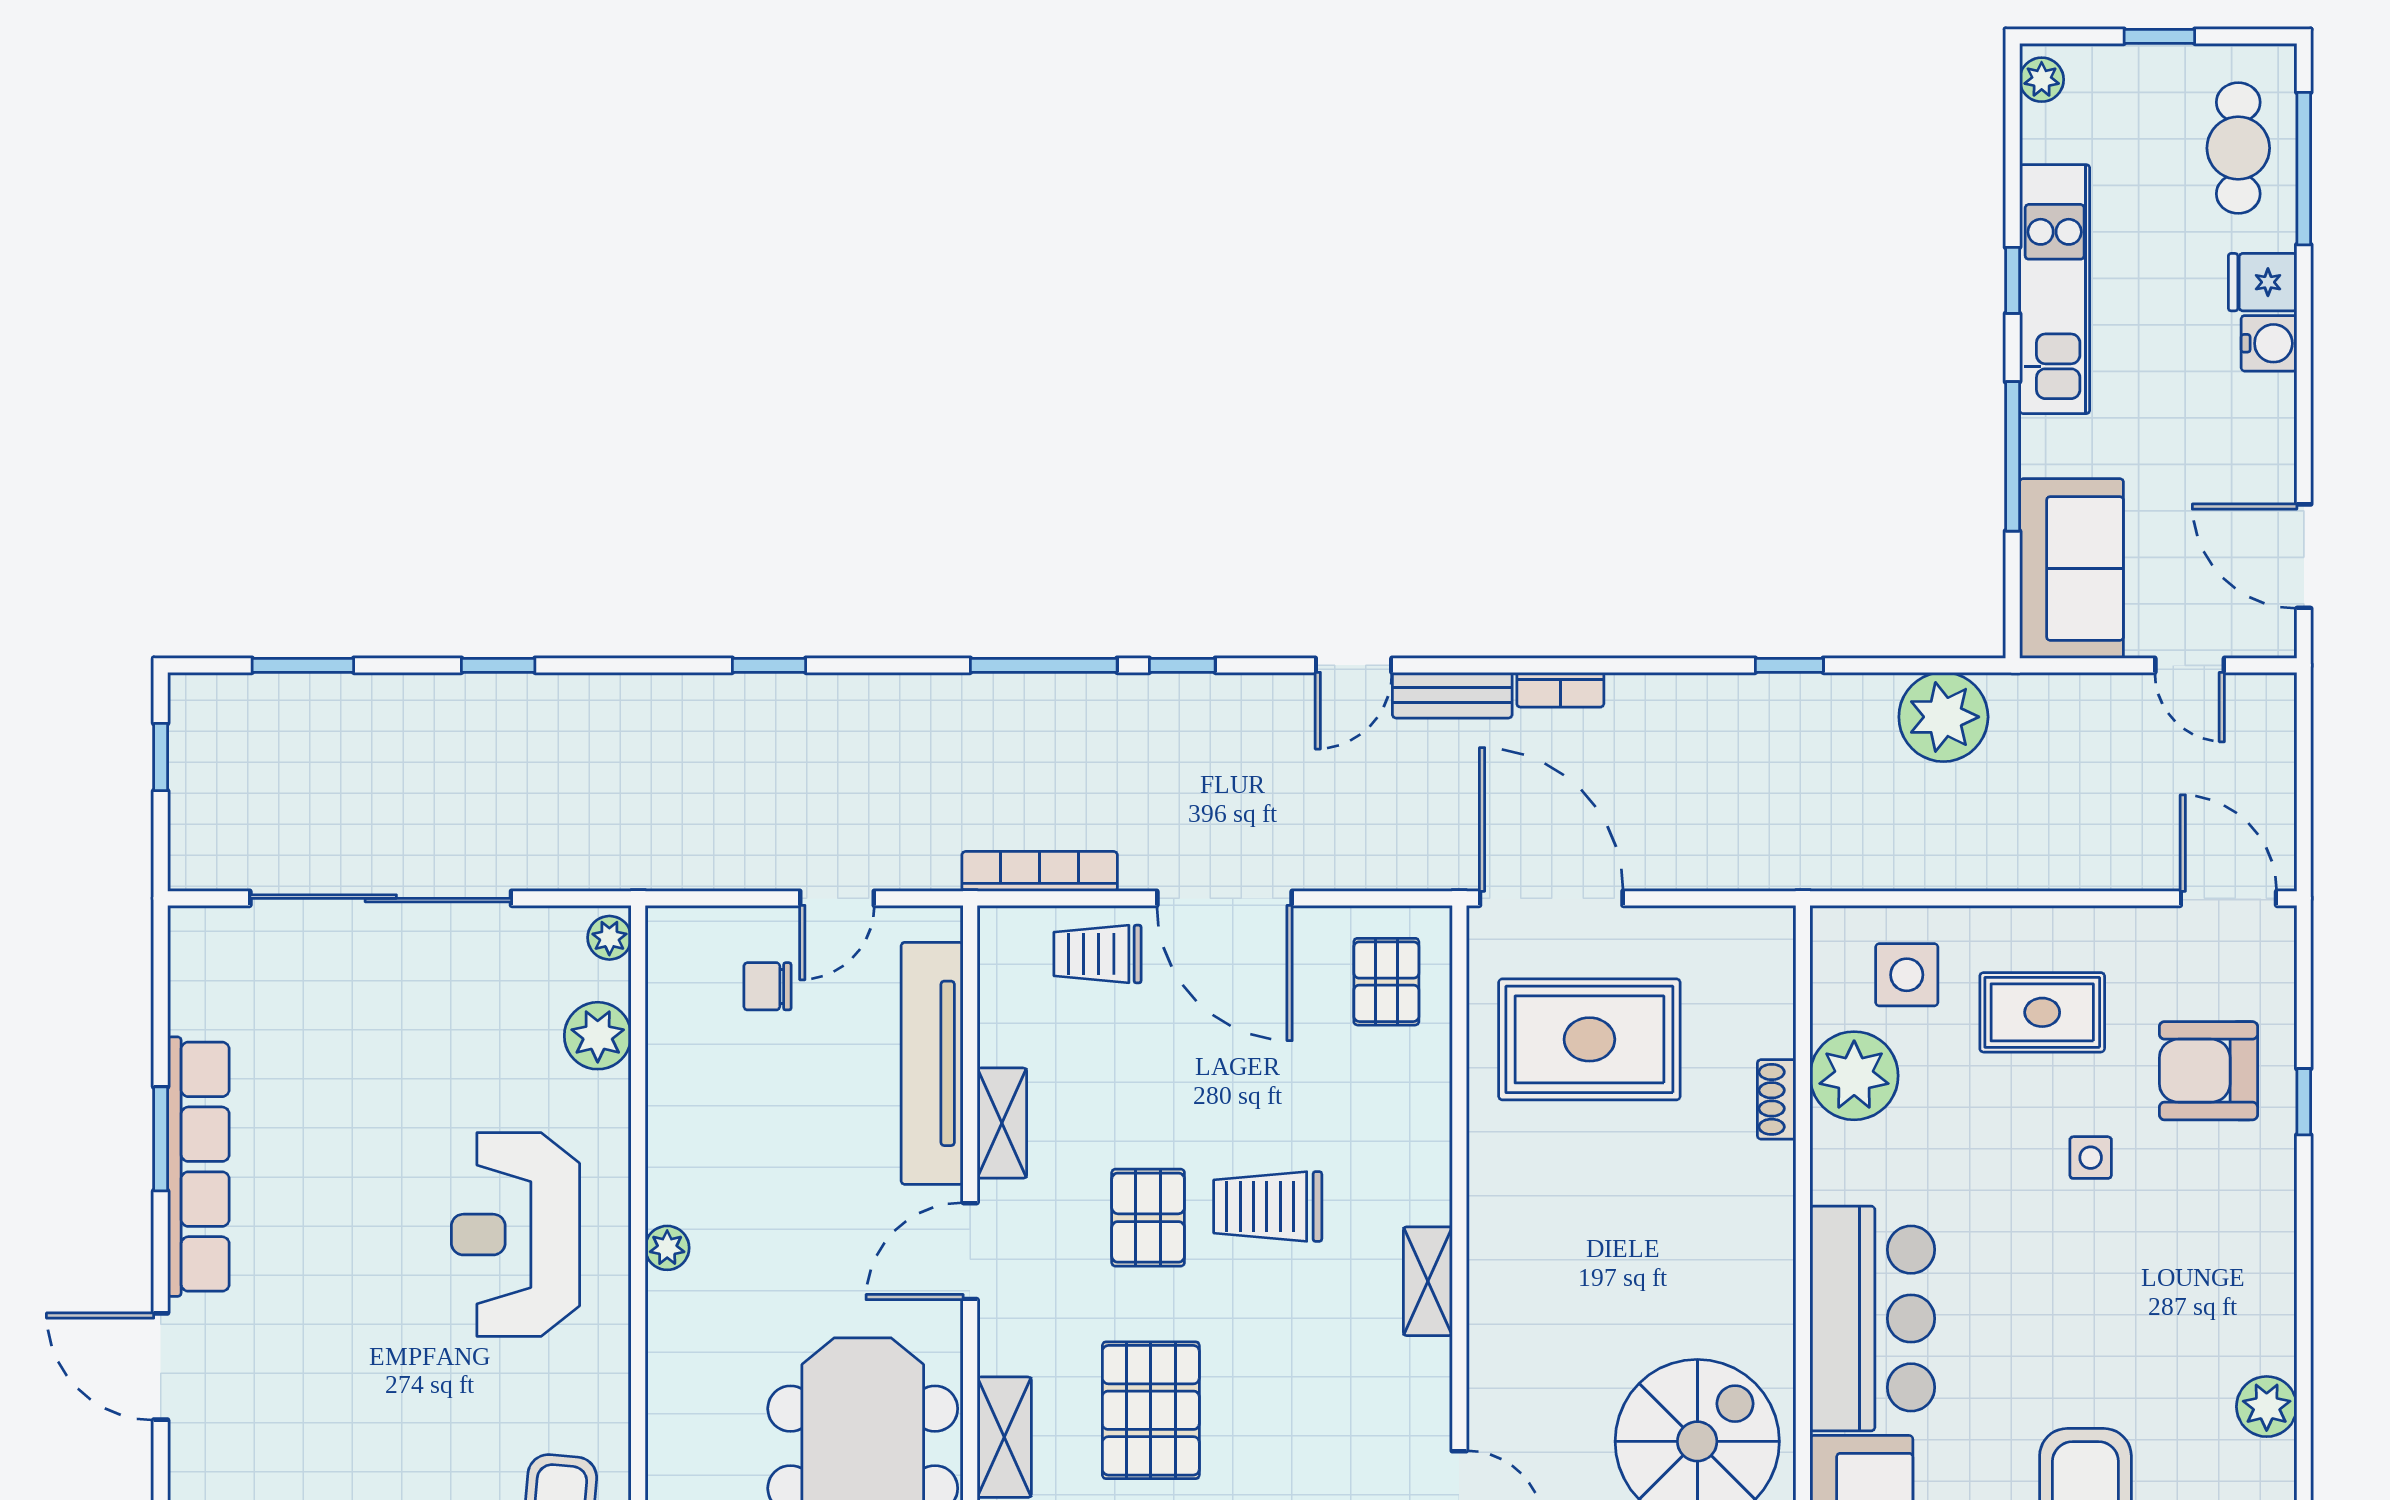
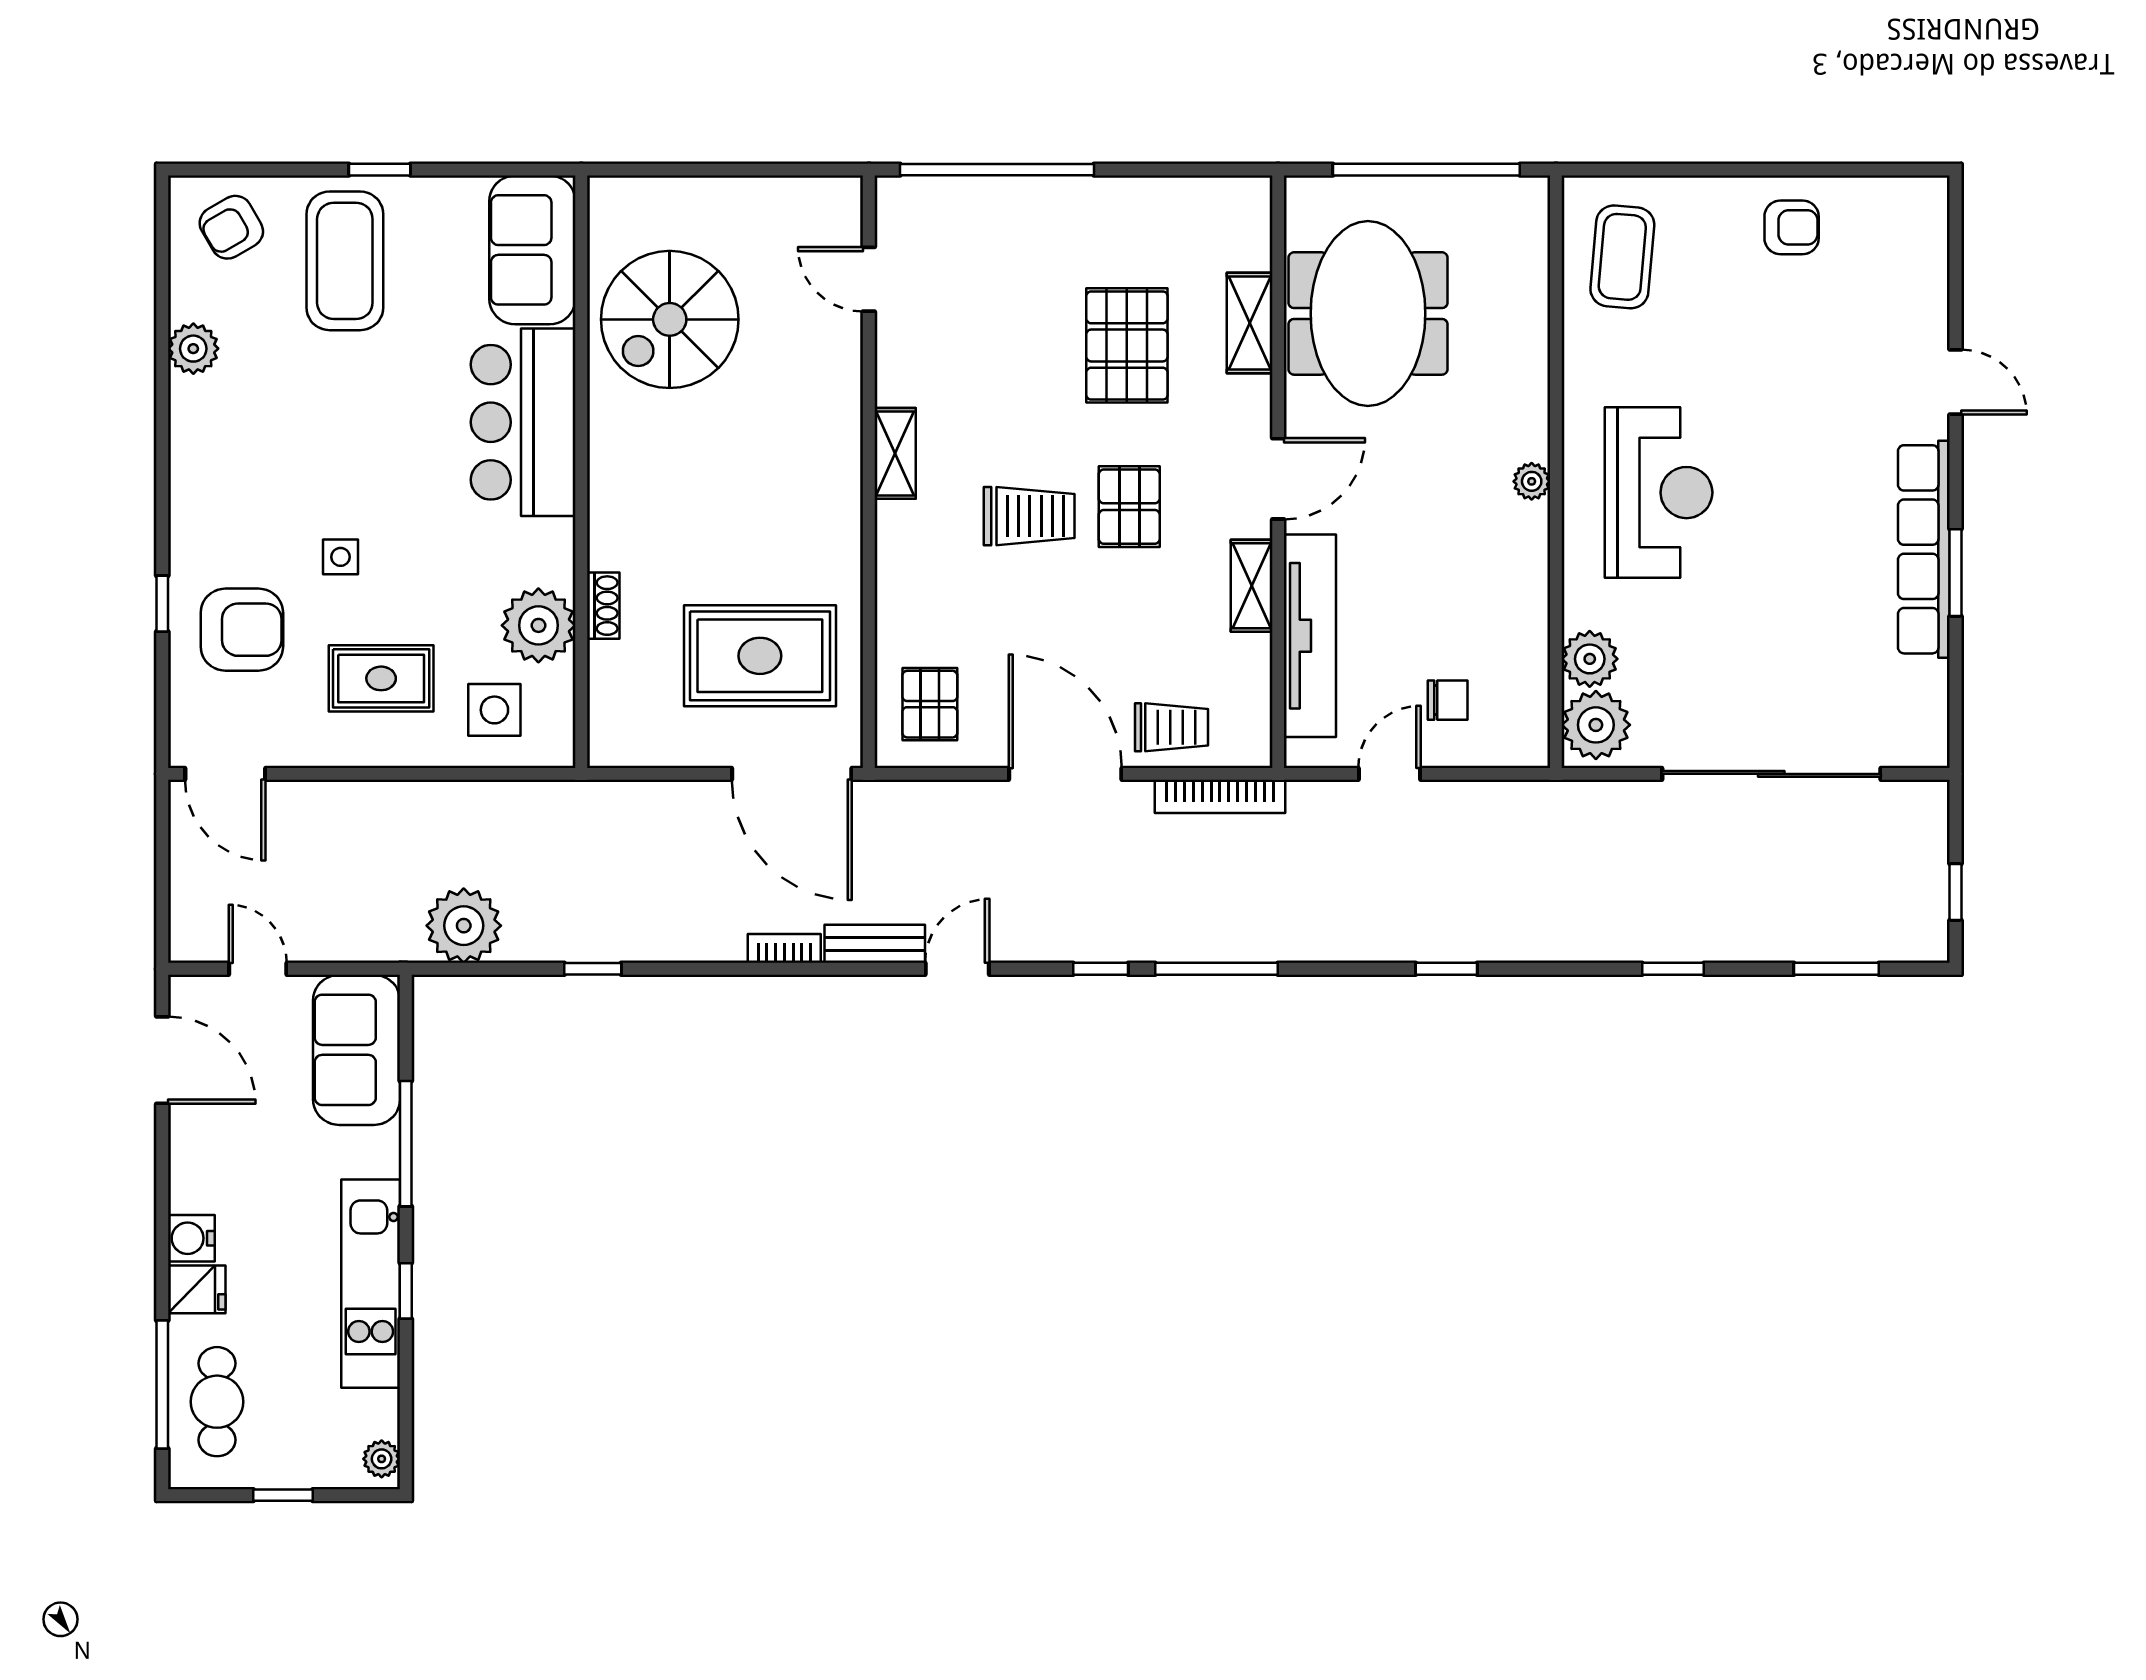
plant: (609, 938) -> (1596, 725), width x1.87, depth x1.87
door: (161, 1366) -> (1955, 382), width x0.73

